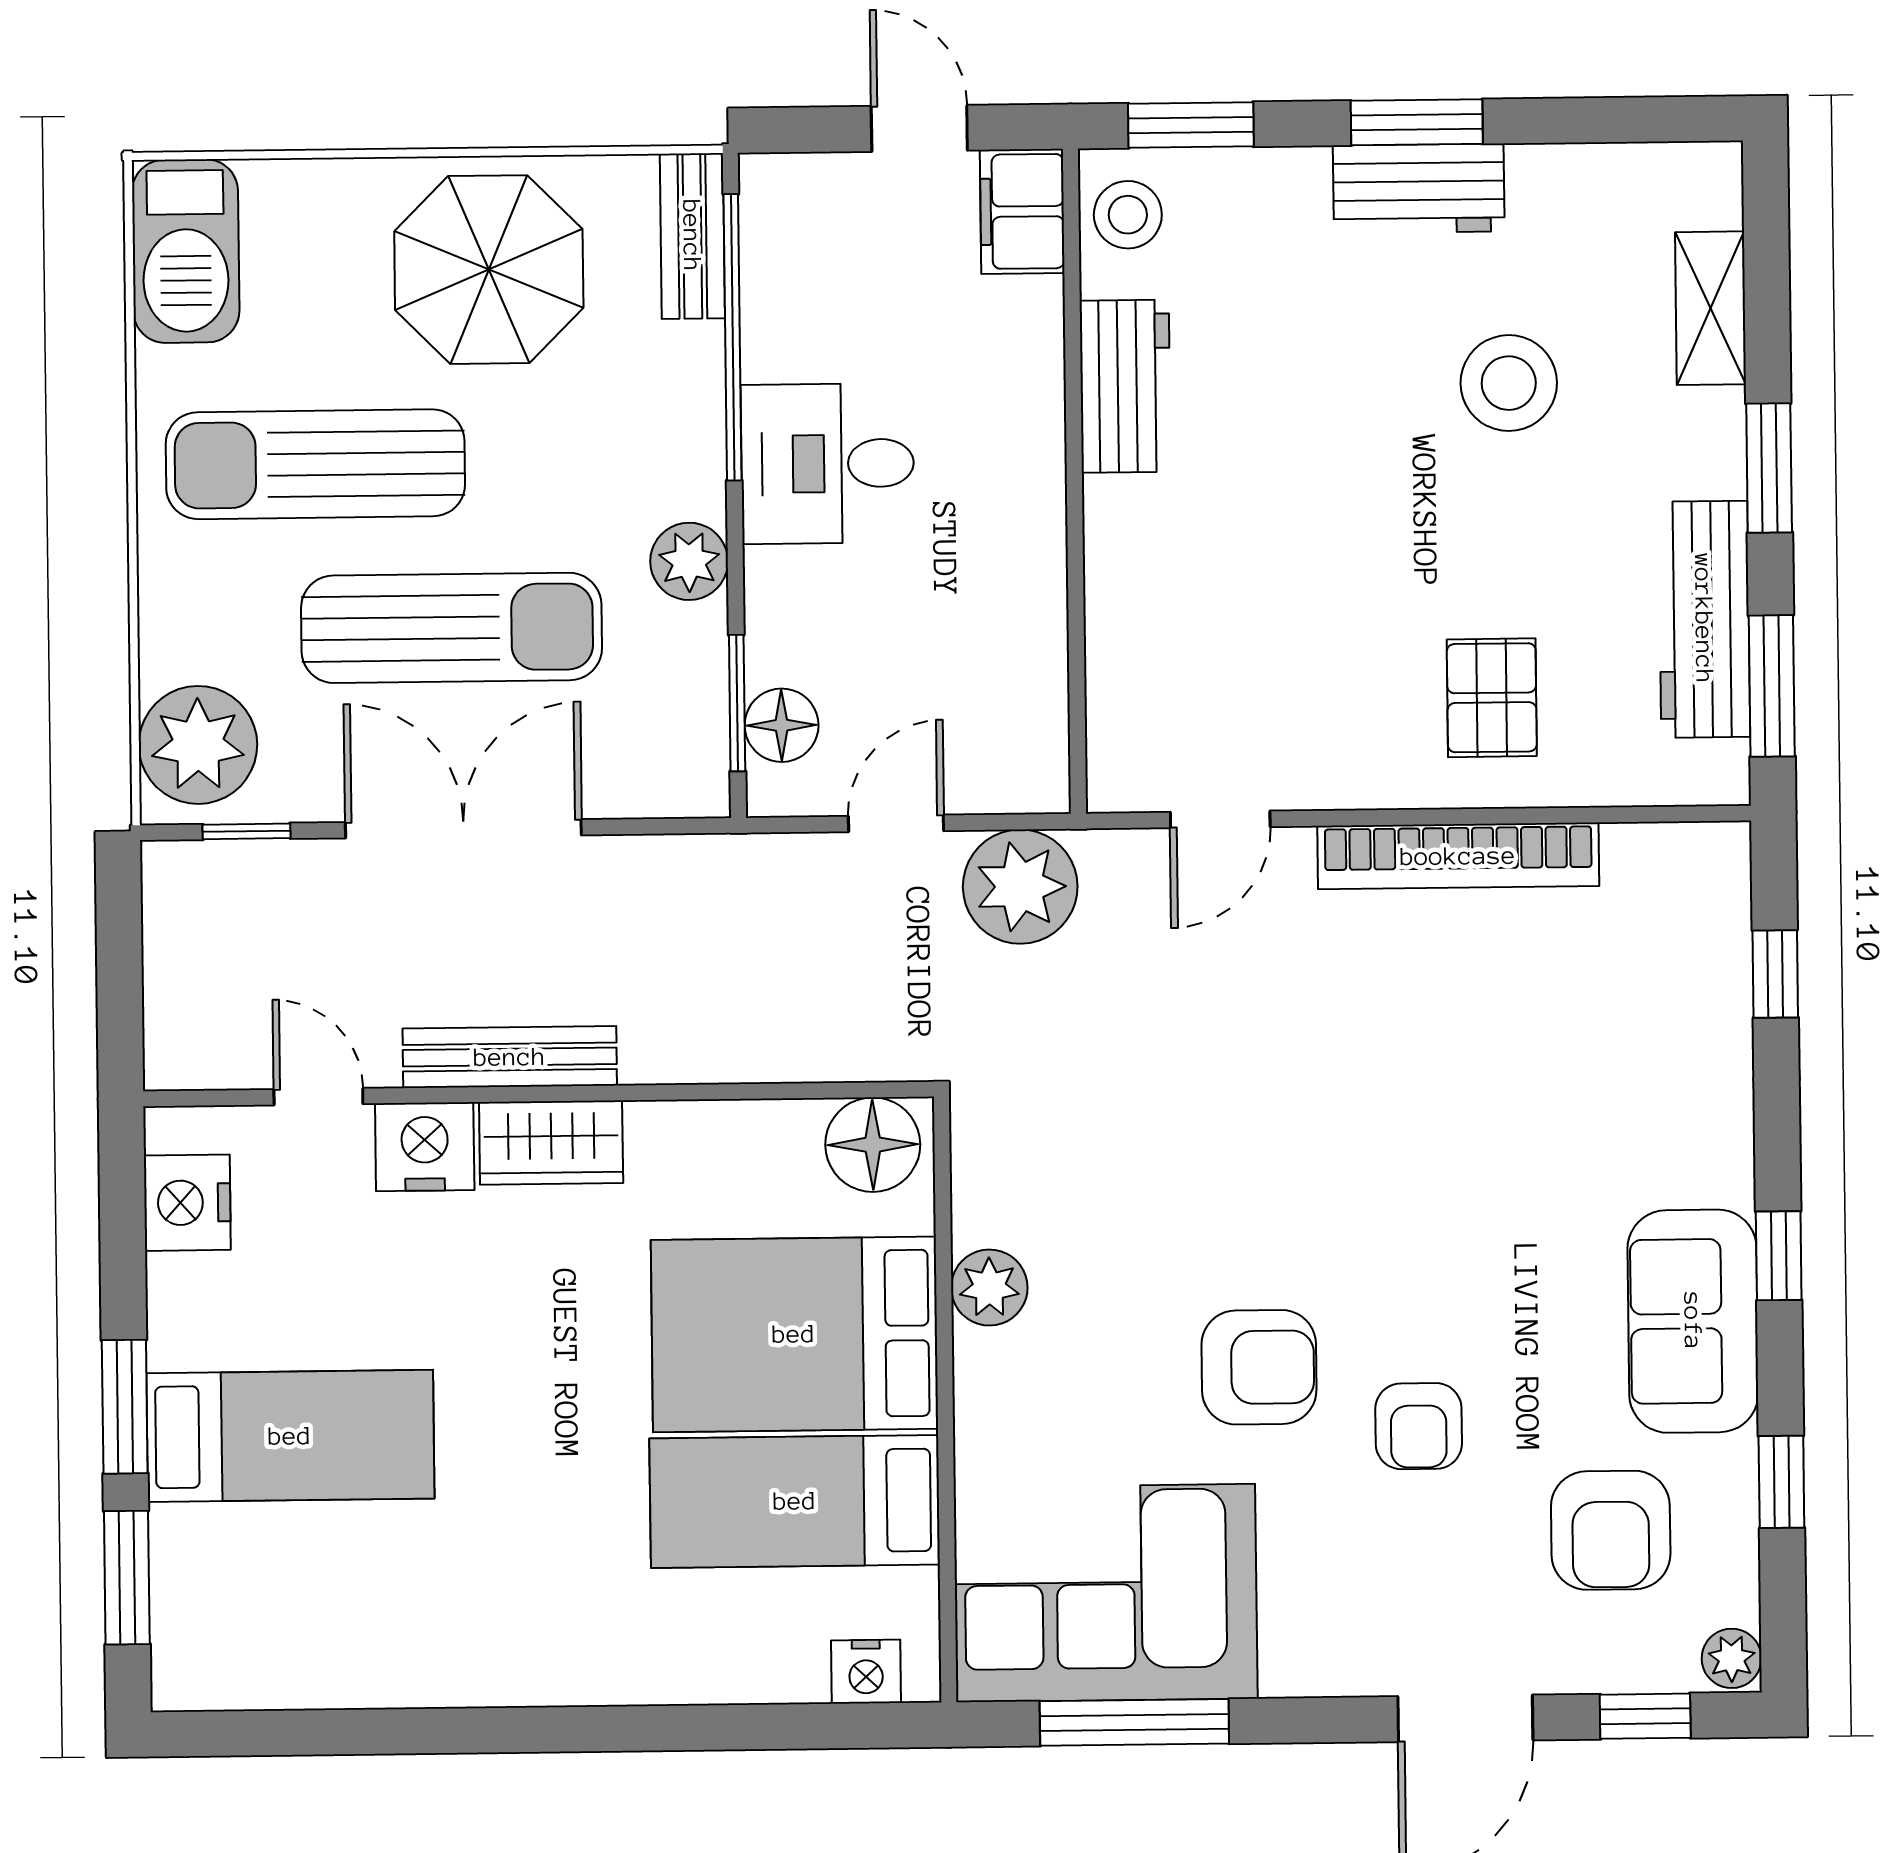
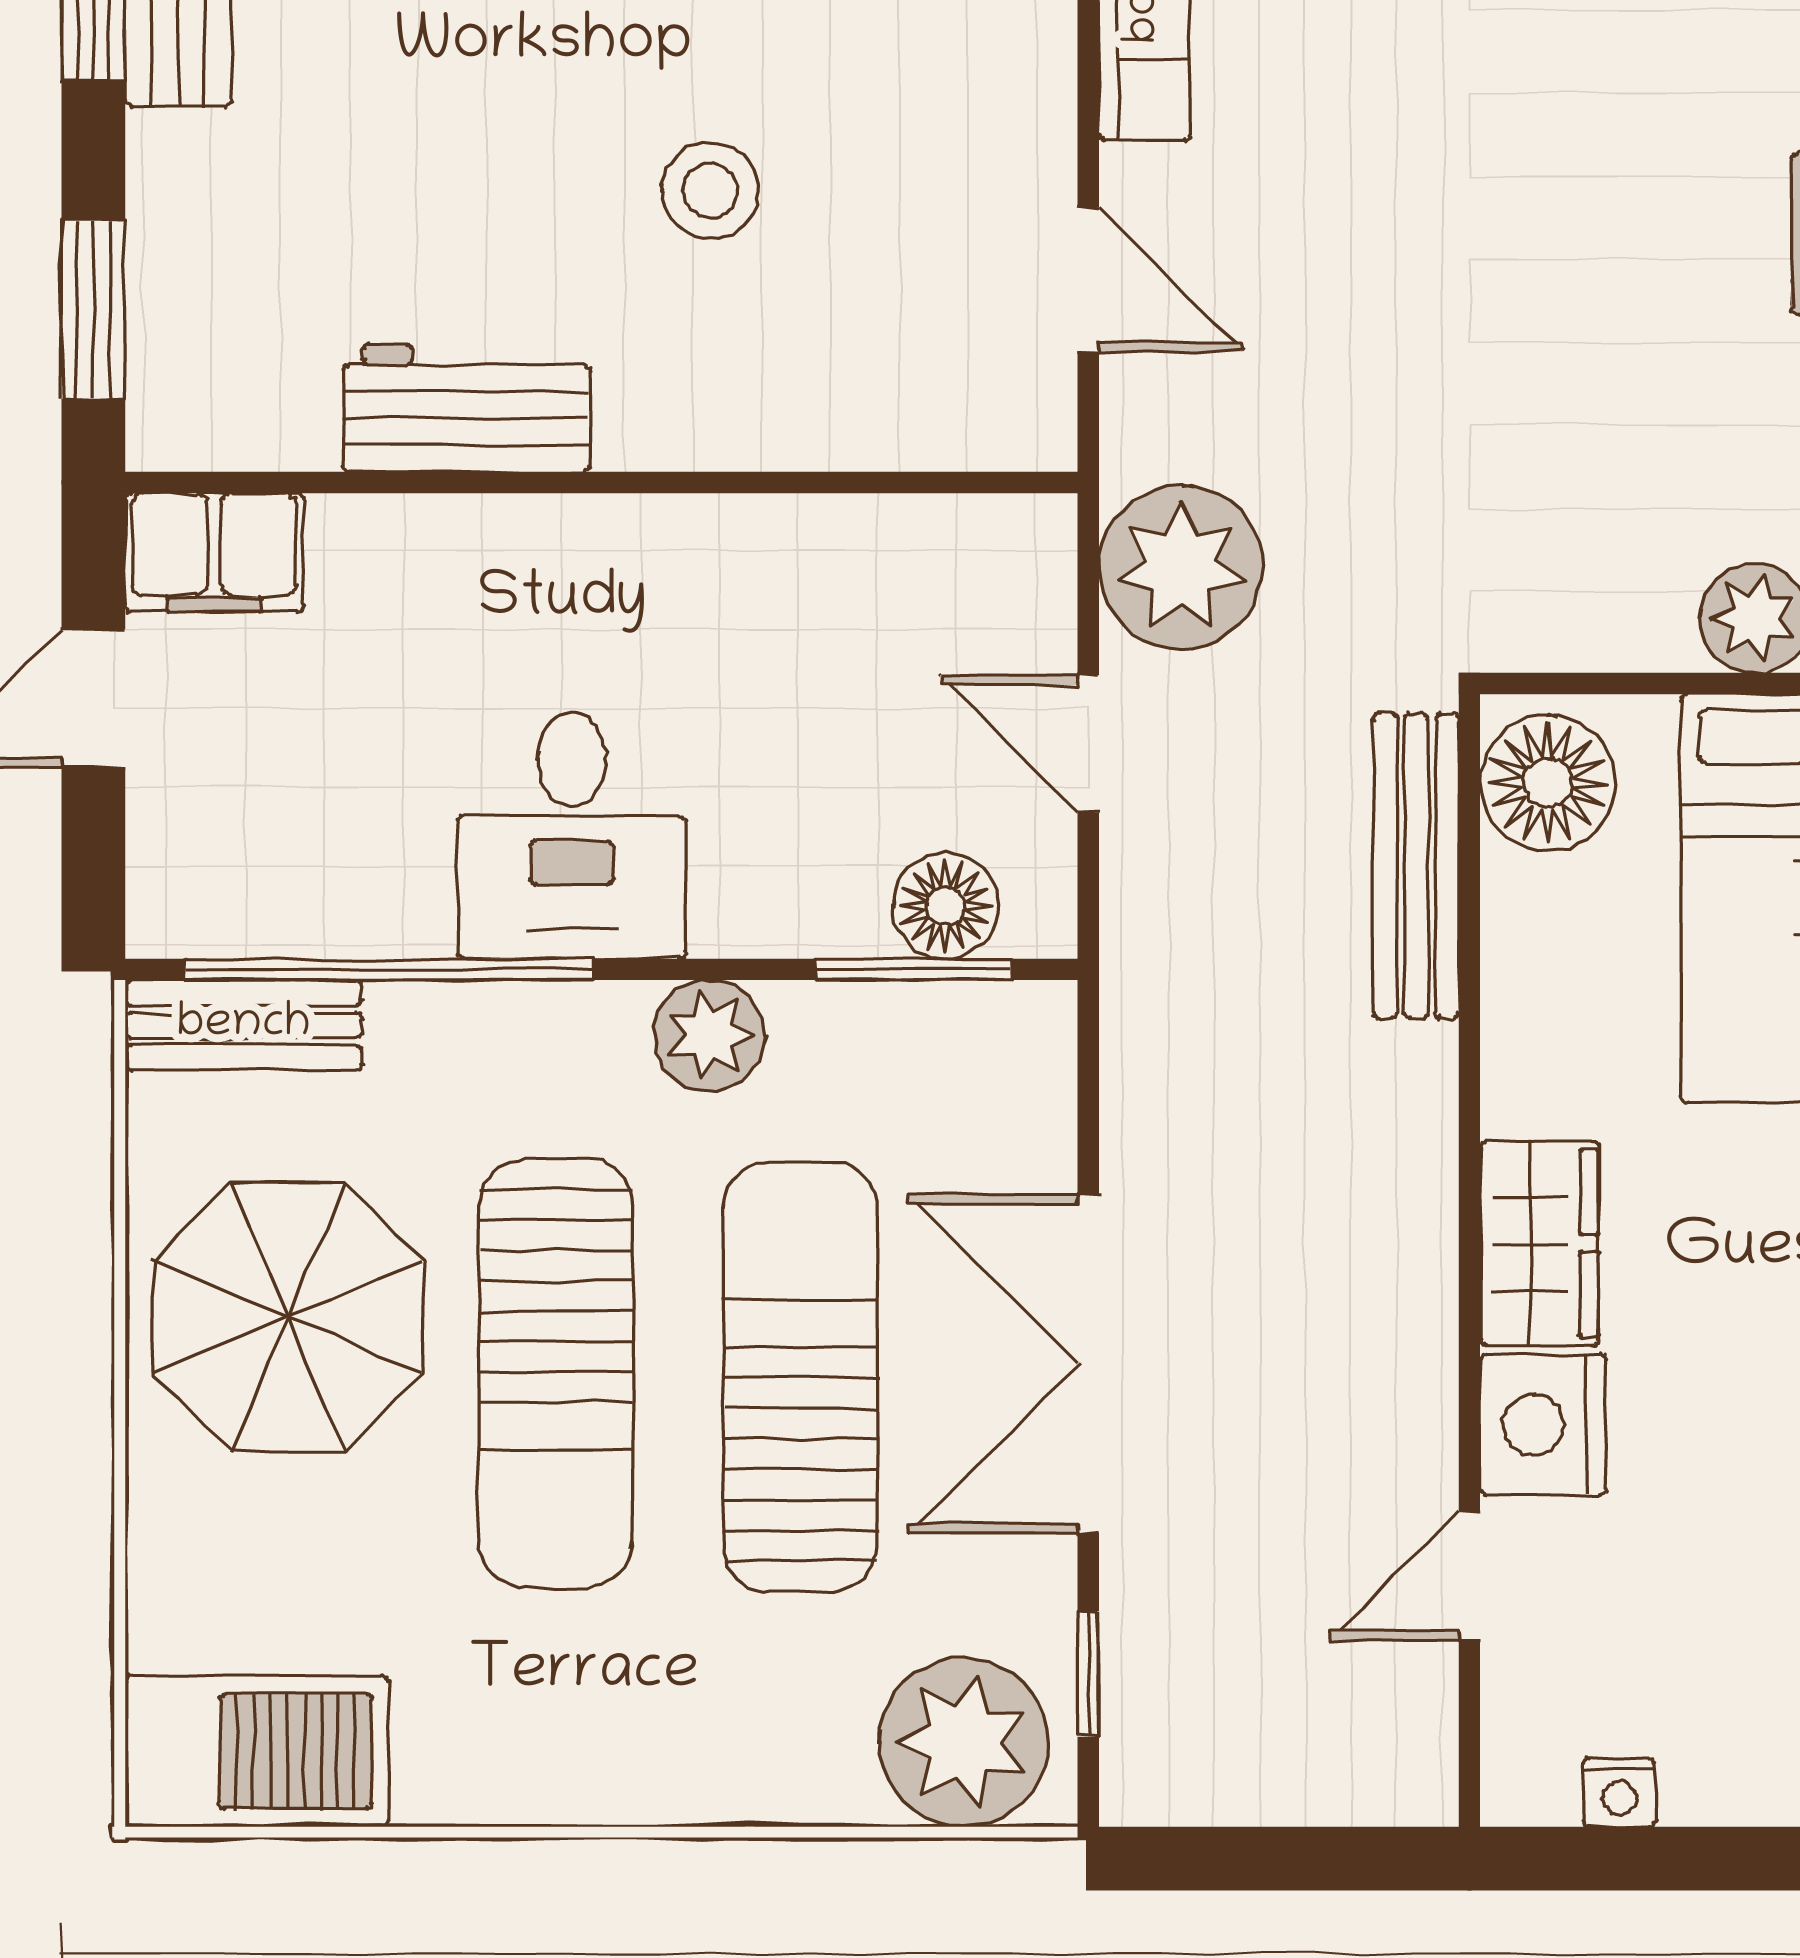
stool: (1128, 215) -> (710, 191), moved
sun lounger: (315, 464) -> (556, 1373), moved
bench: (510, 1057) -> (1416, 866), moved
nightstand: (187, 1203) -> (1619, 1793), width x0.53, depth x0.56

